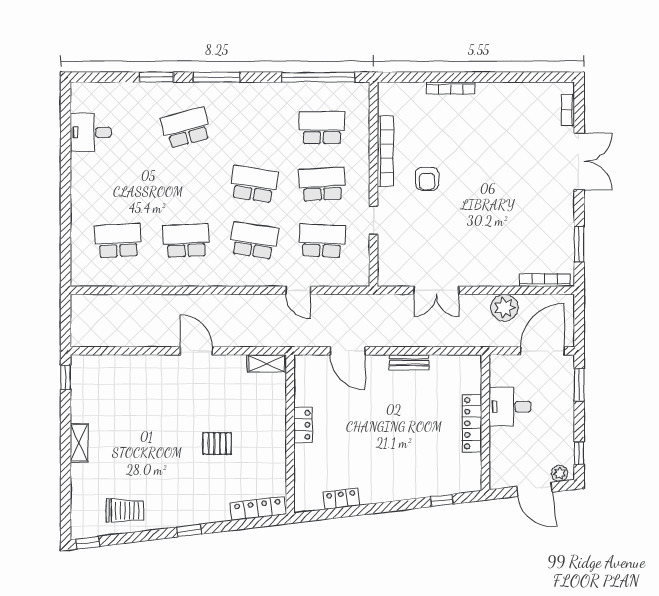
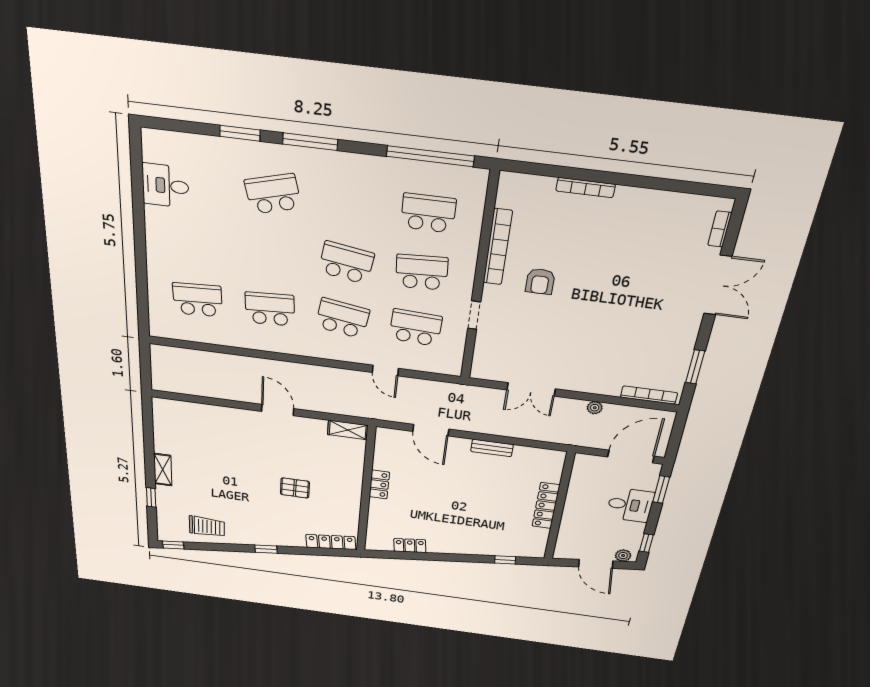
plant: (505, 308) -> (595, 408), width x0.53, depth x0.53
window: (66, 377) -> (151, 497), moved
desk: (510, 407) -> (630, 505), moved, turned 180

